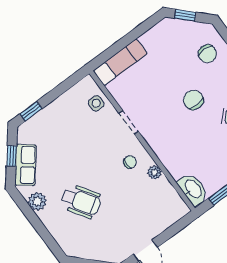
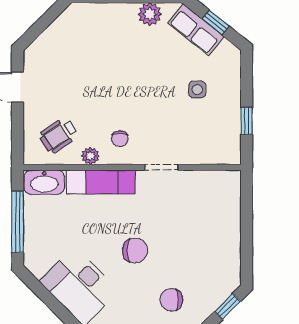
exam couch: (120, 62) -> (101, 182), moved, turned -90
side table: (96, 103) -> (197, 90), moved
window: (31, 111) -> (247, 121), moved
wheelchair: (81, 201) -> (59, 135), moved, width x0.73, depth x0.73

